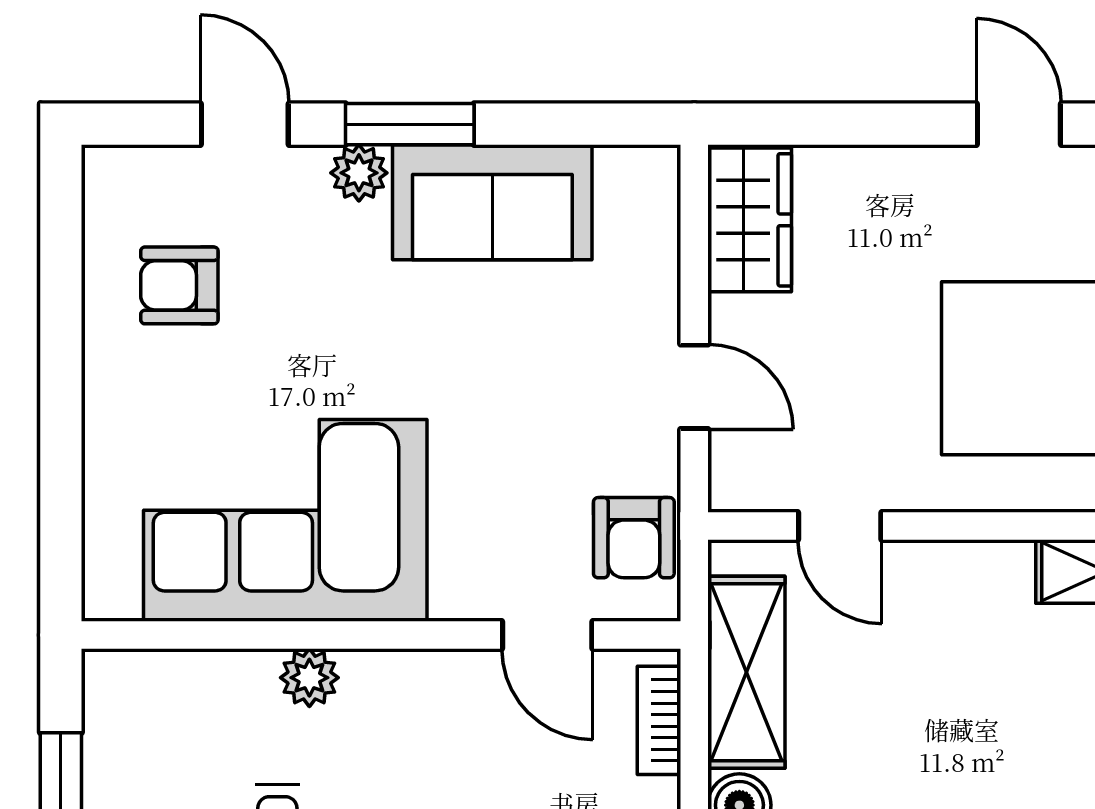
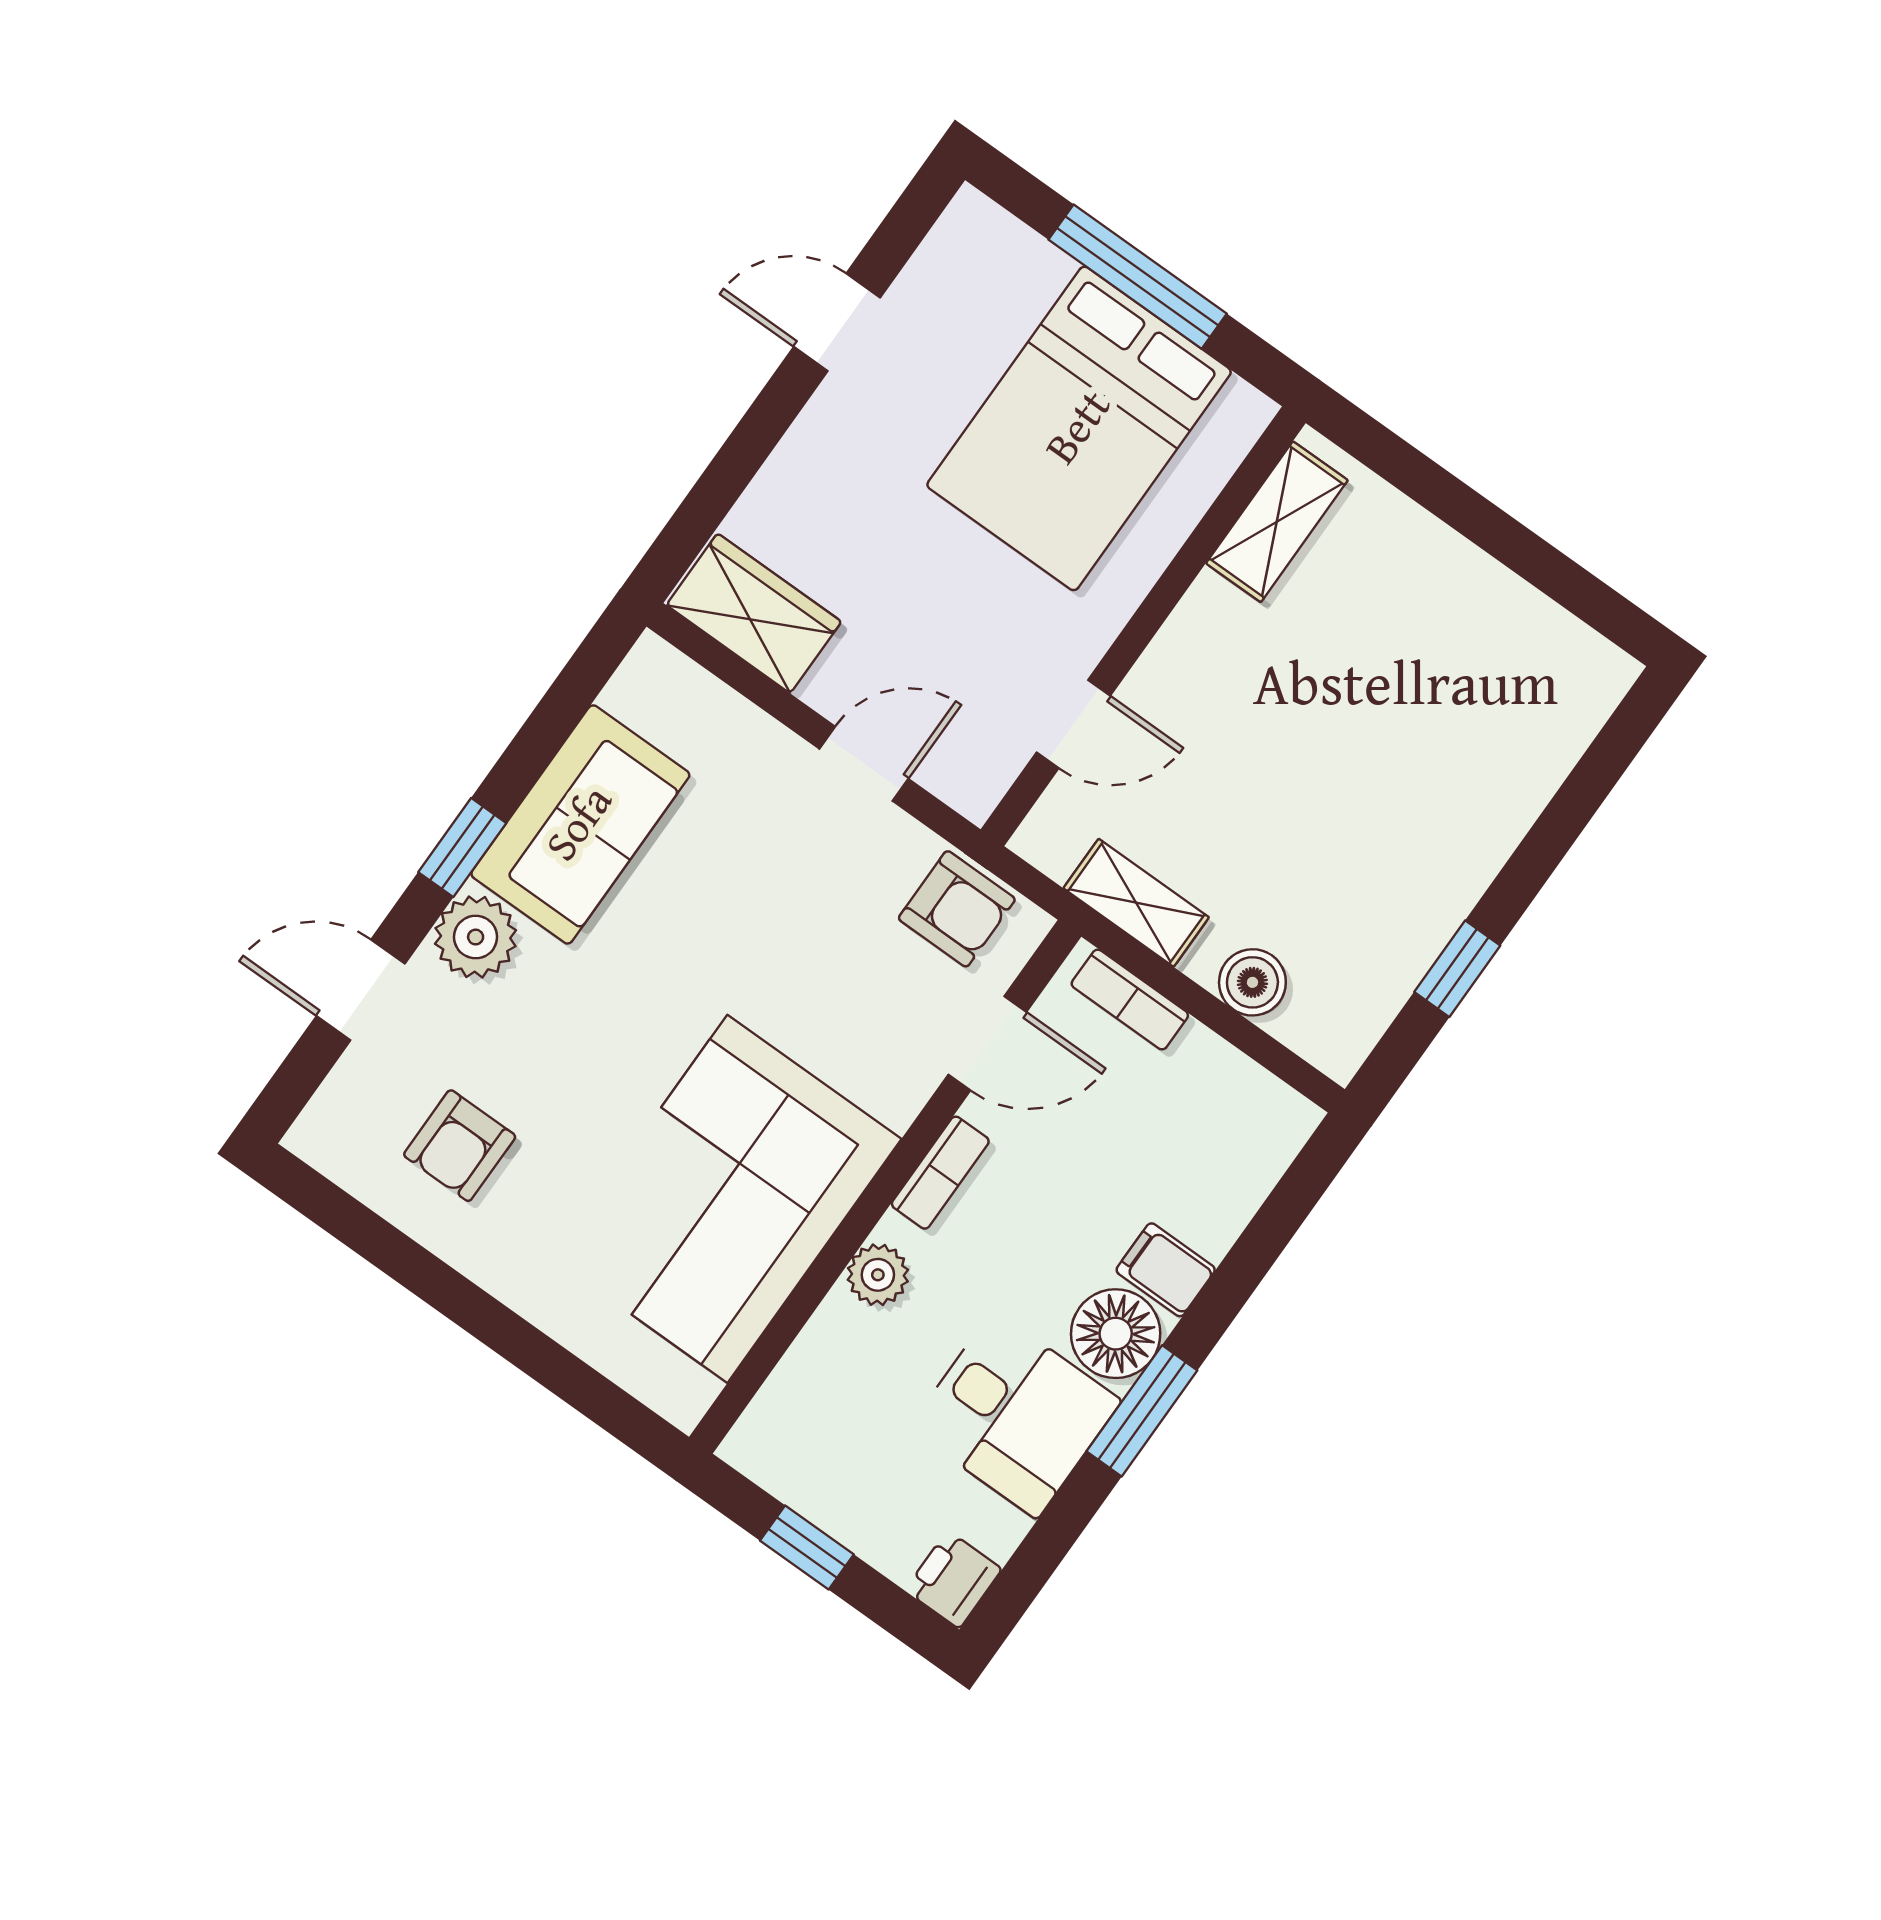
window: (410, 124) -> (462, 848), width x0.67
plant: (359, 173) -> (476, 937), width x1.38, depth x1.38
bookcase: (422, 670) -> (940, 1173), added
shelving: (746, 672) -> (1136, 903), width x0.67, depth x0.75

